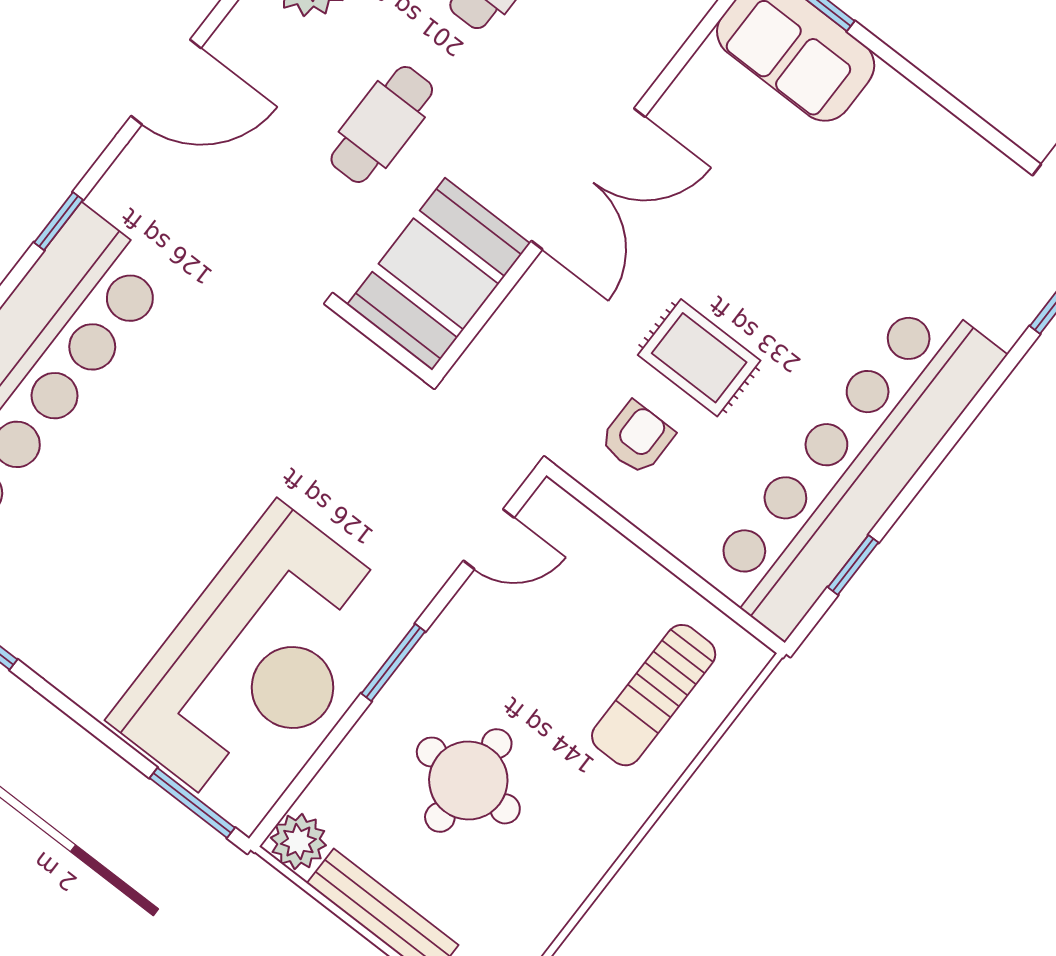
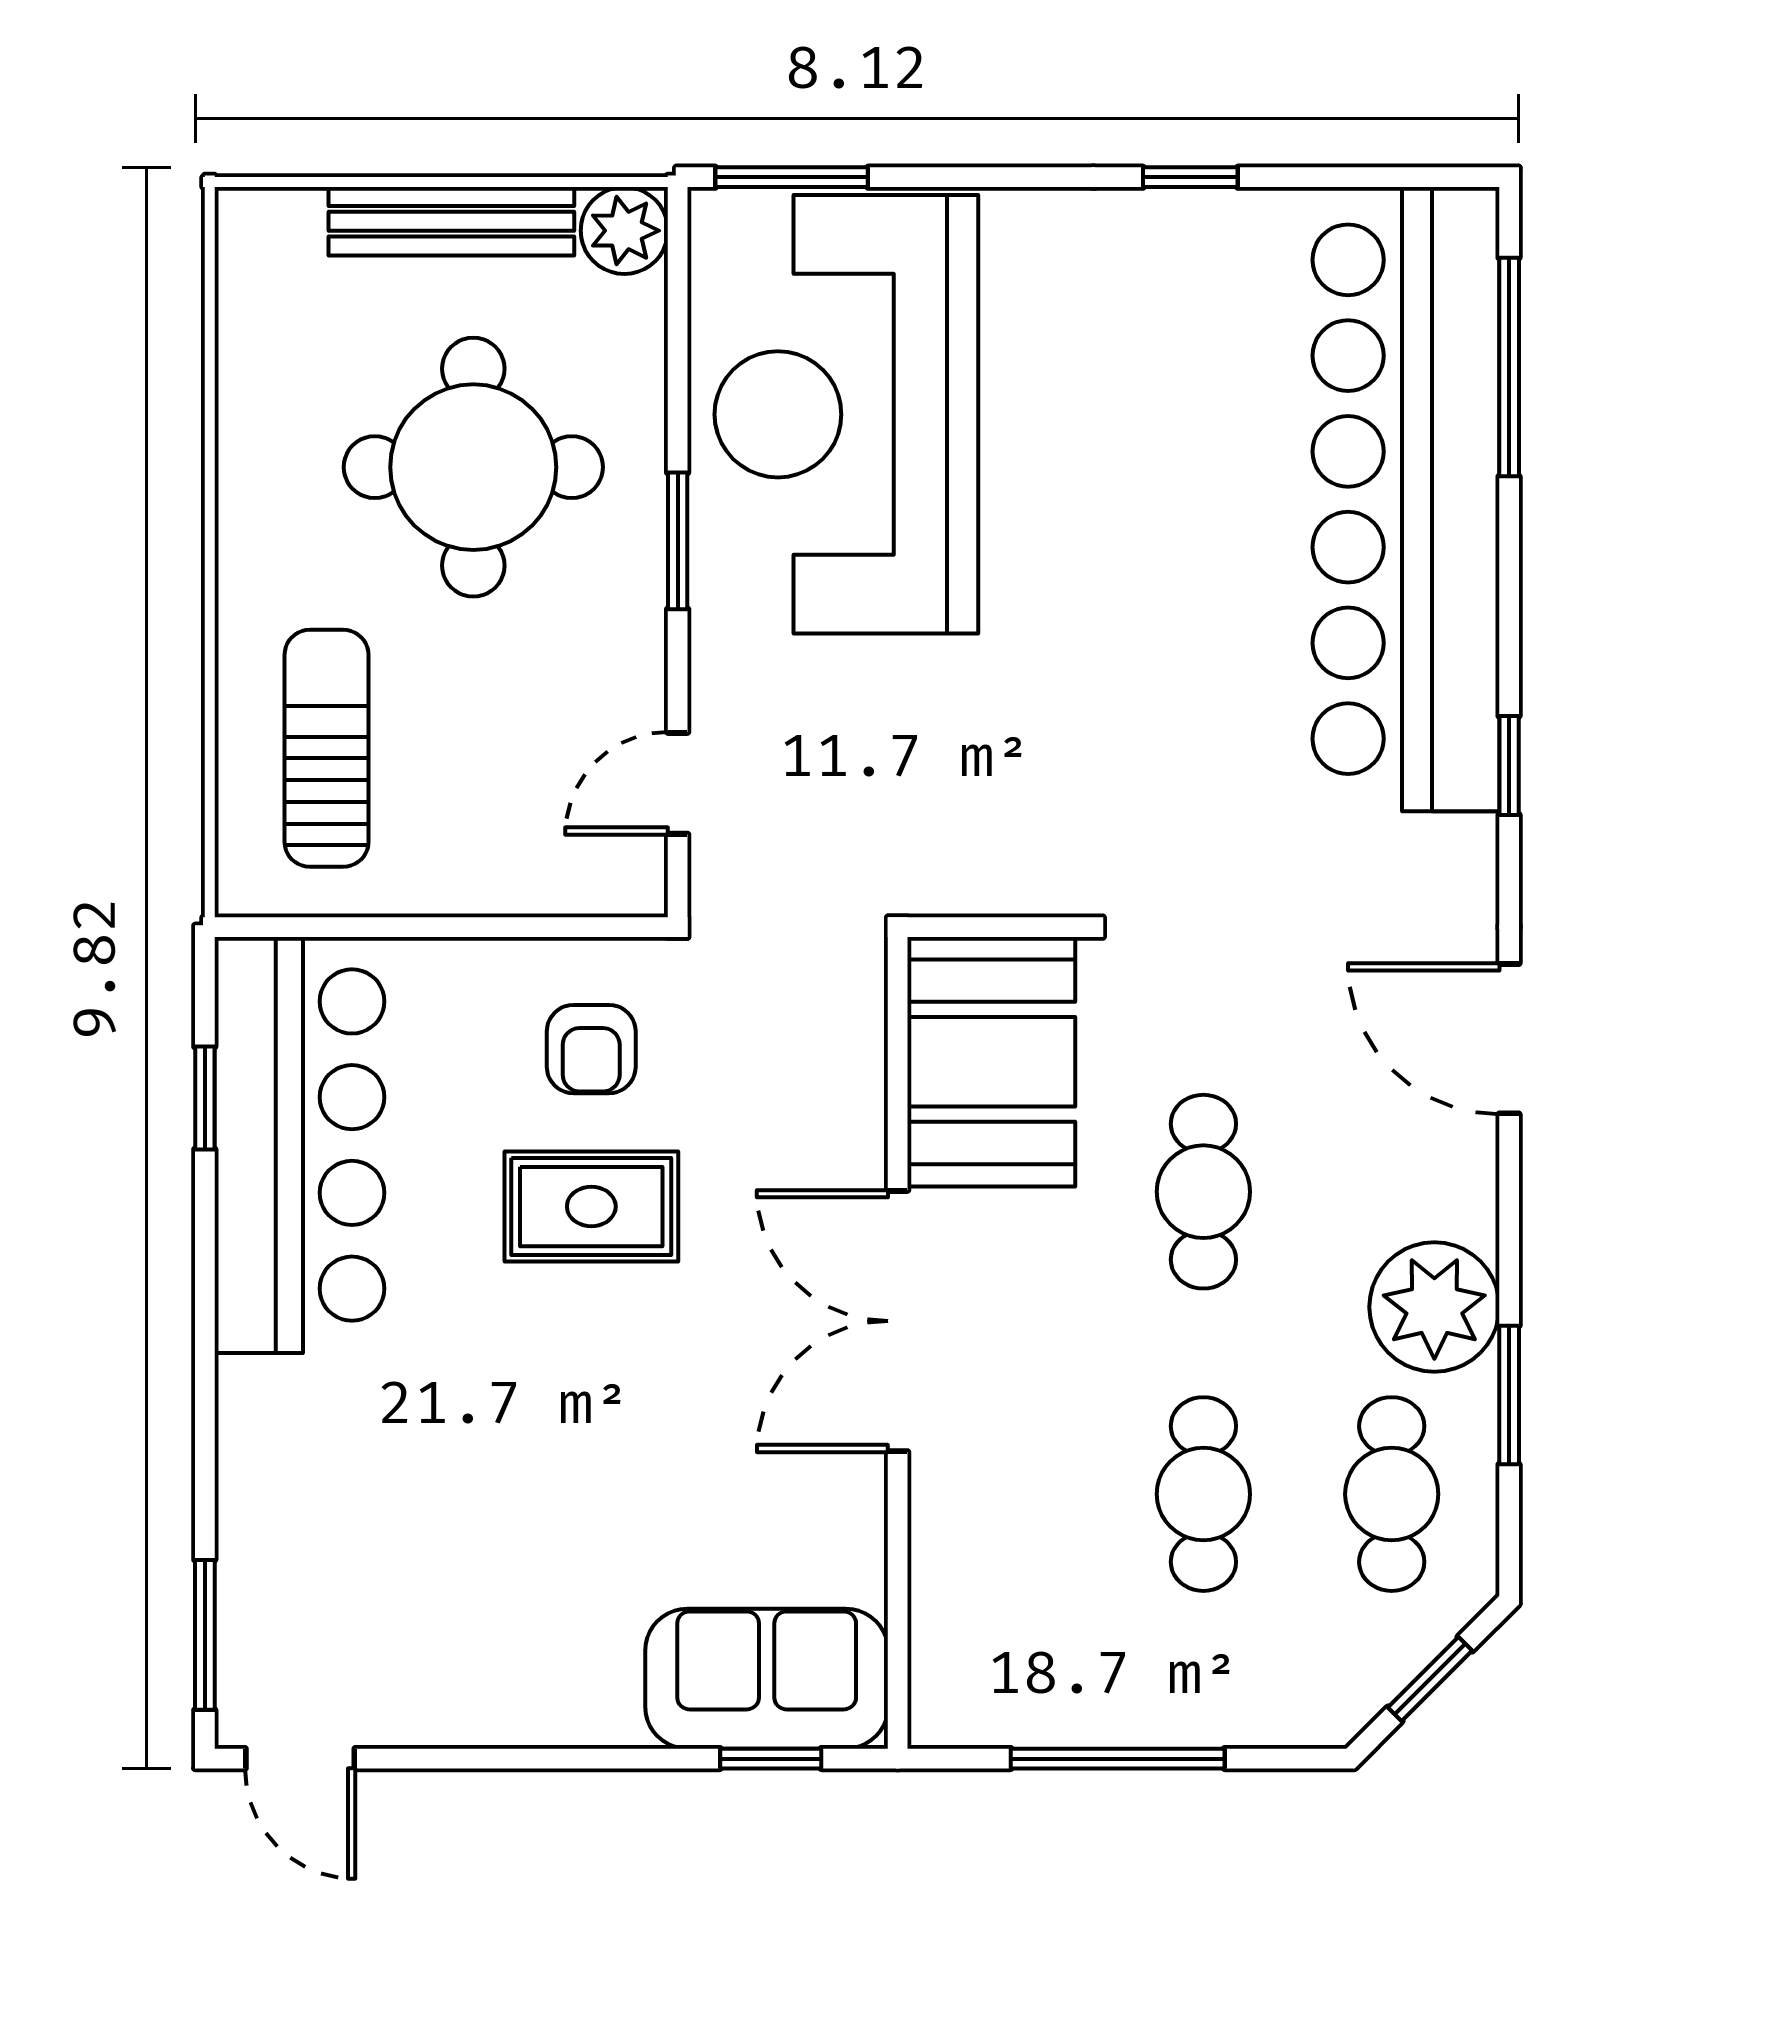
door: (166, 82) -> (1509, 1039), hinge flipped
bar counter: (853, 465) -> (299, 1145), width x0.73
round table: (468, 780) -> (473, 467), width x1.36, depth x1.36

